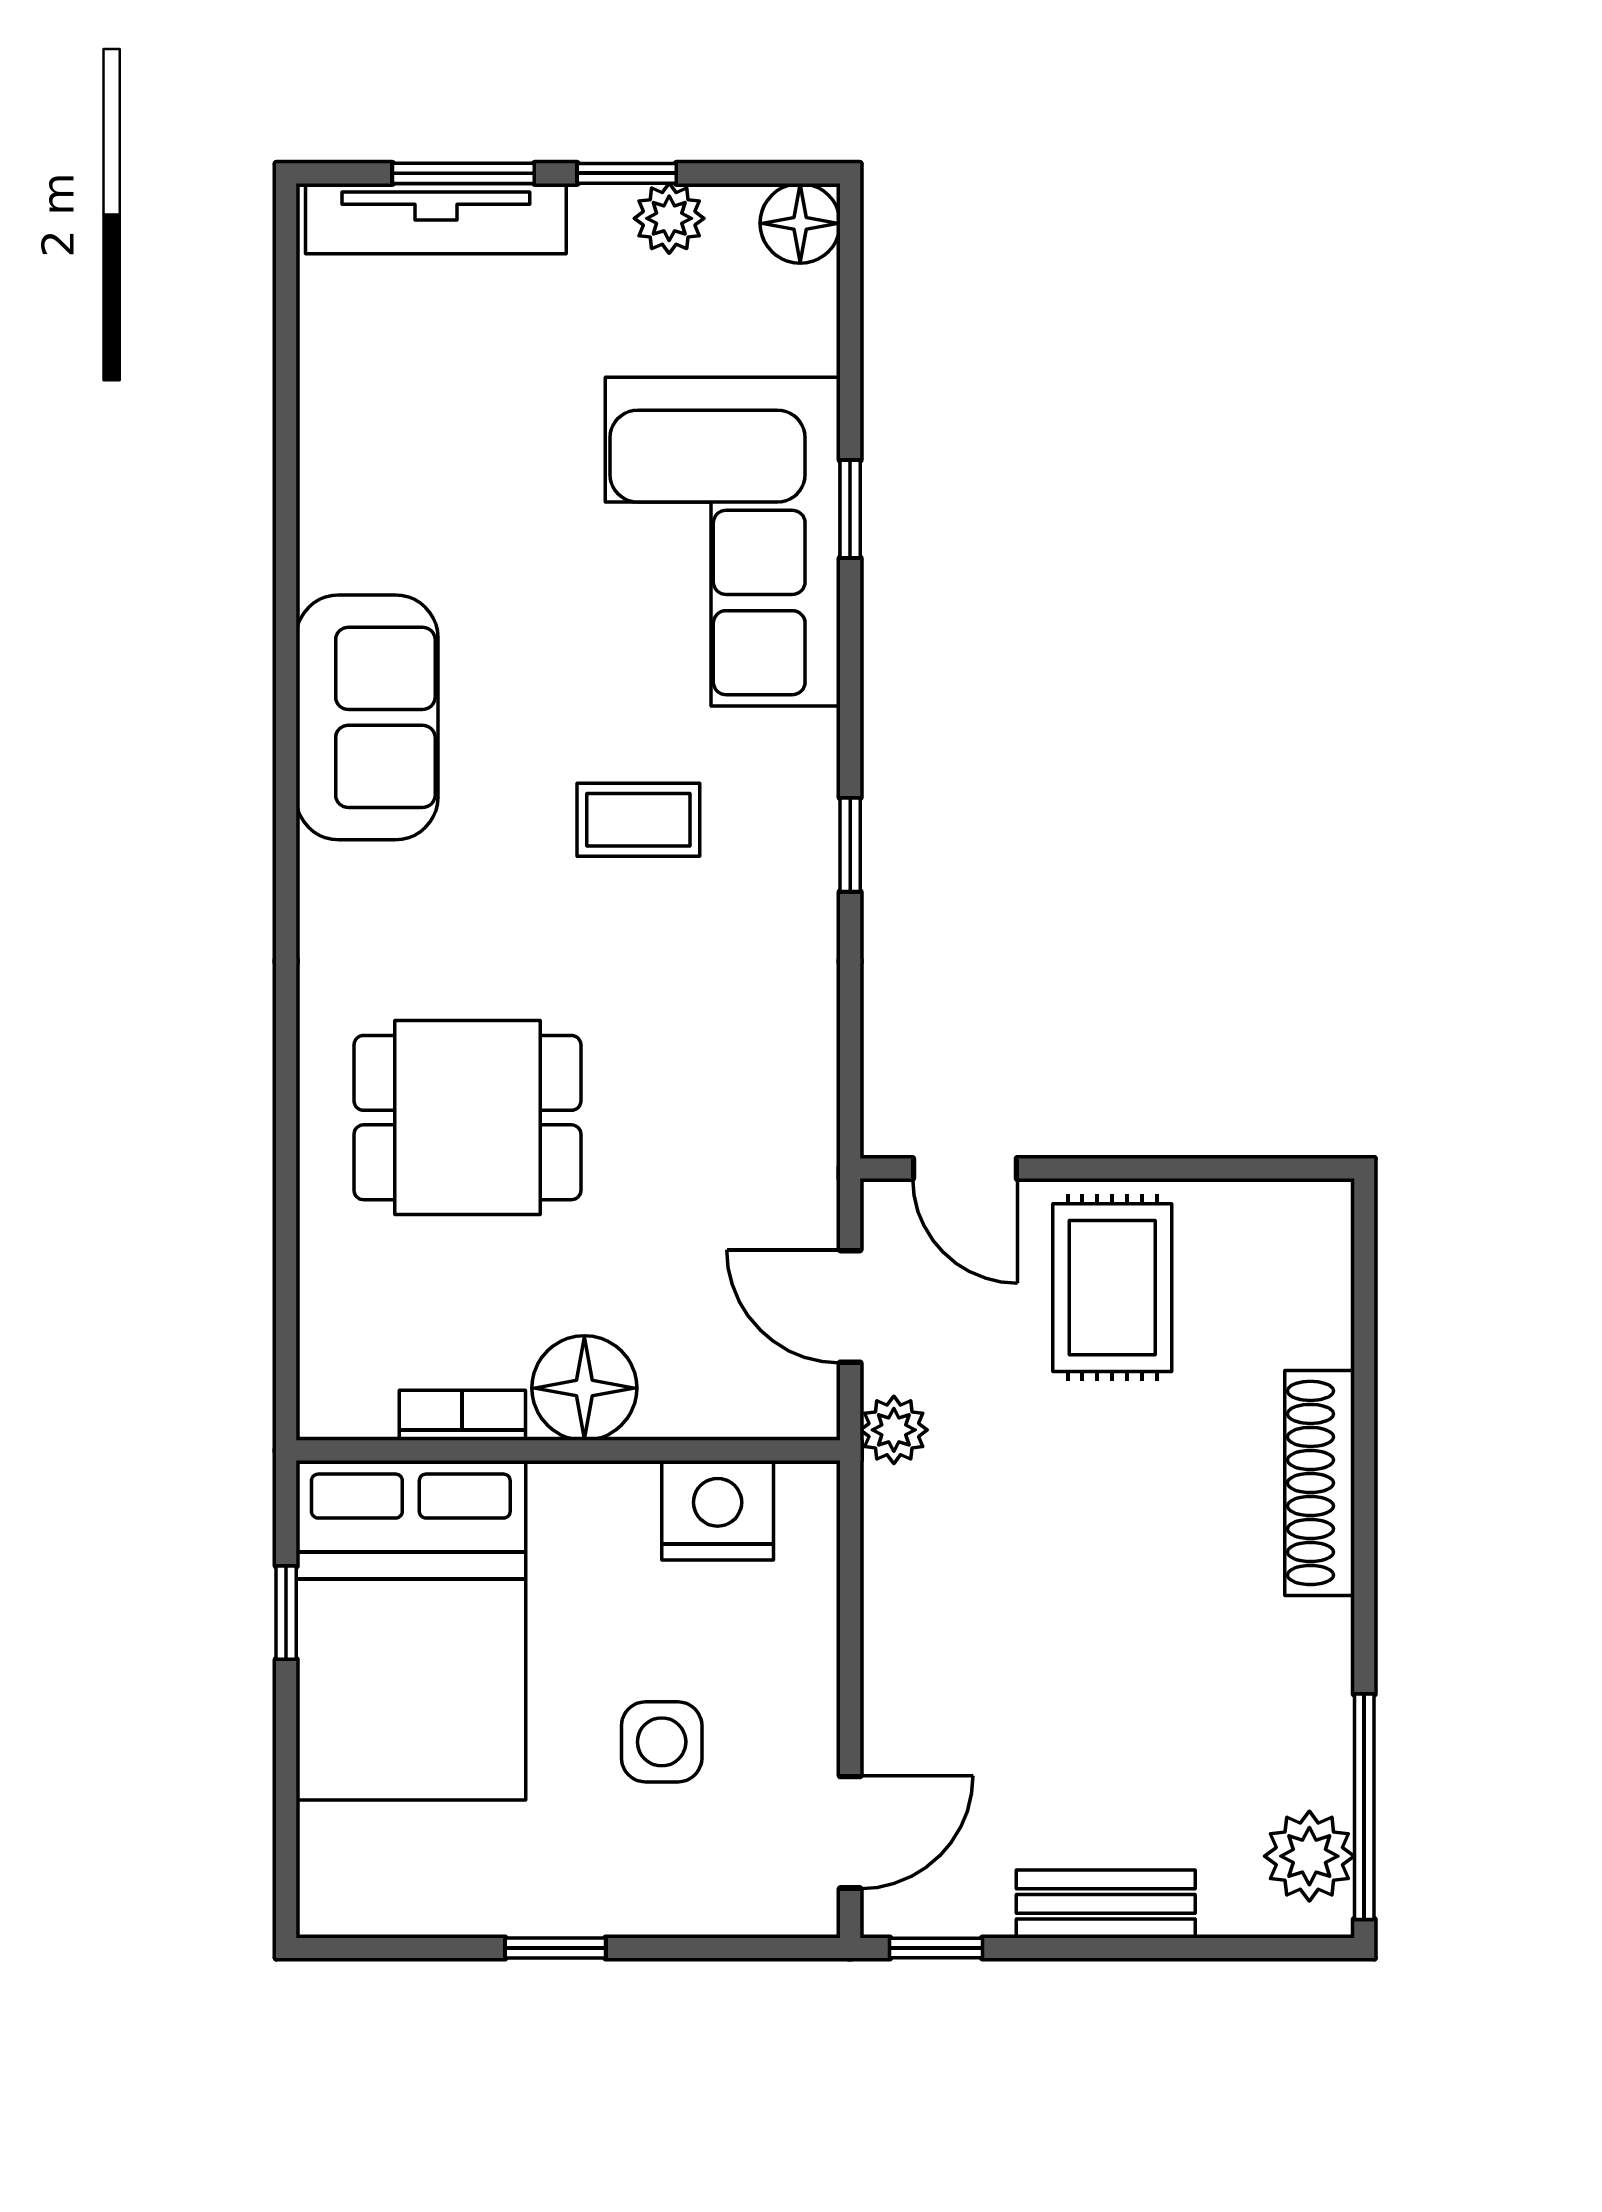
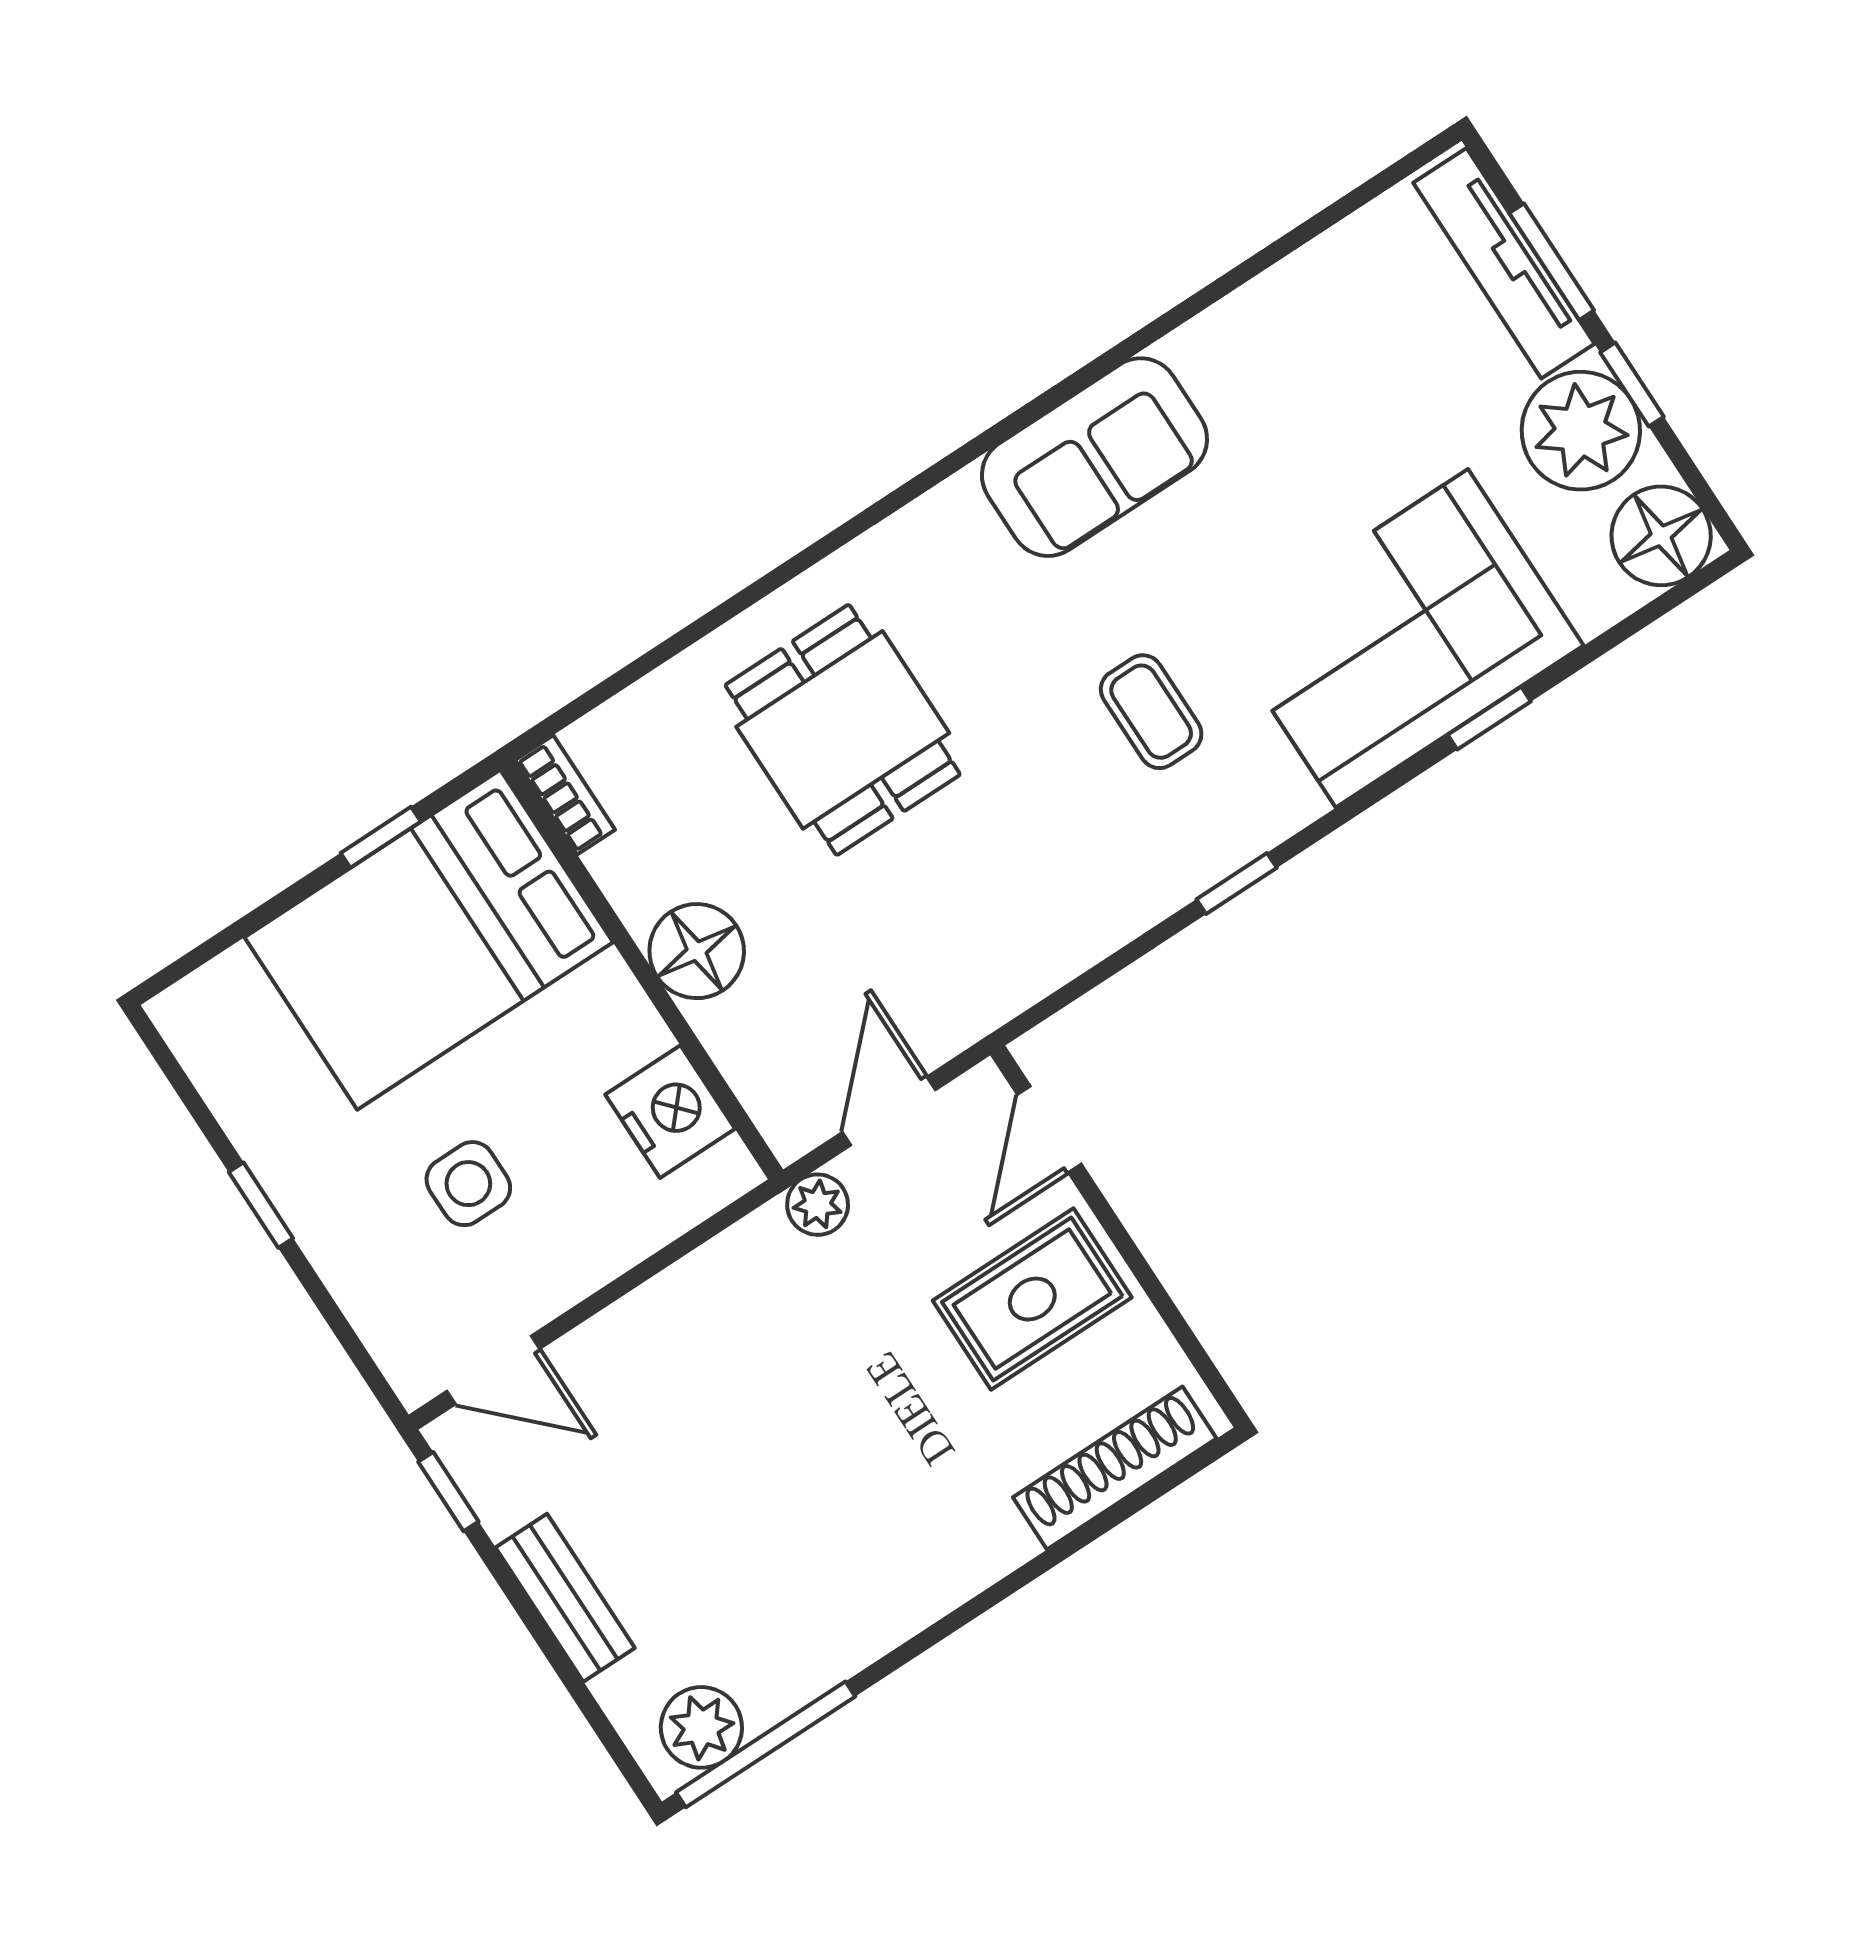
plant: (669, 218) -> (1581, 431), width x1.88, depth x1.88
floor lamp: (800, 223) -> (1661, 536), width x1.38, depth x1.38
bookcase: (462, 1415) -> (565, 795), moved
shoe rack: (1320, 1483) -> (1115, 1468), moved

